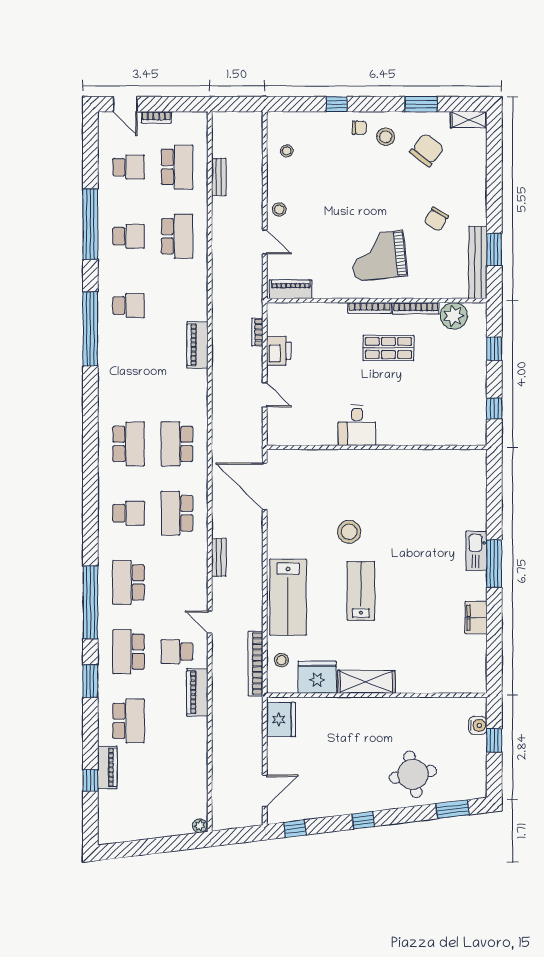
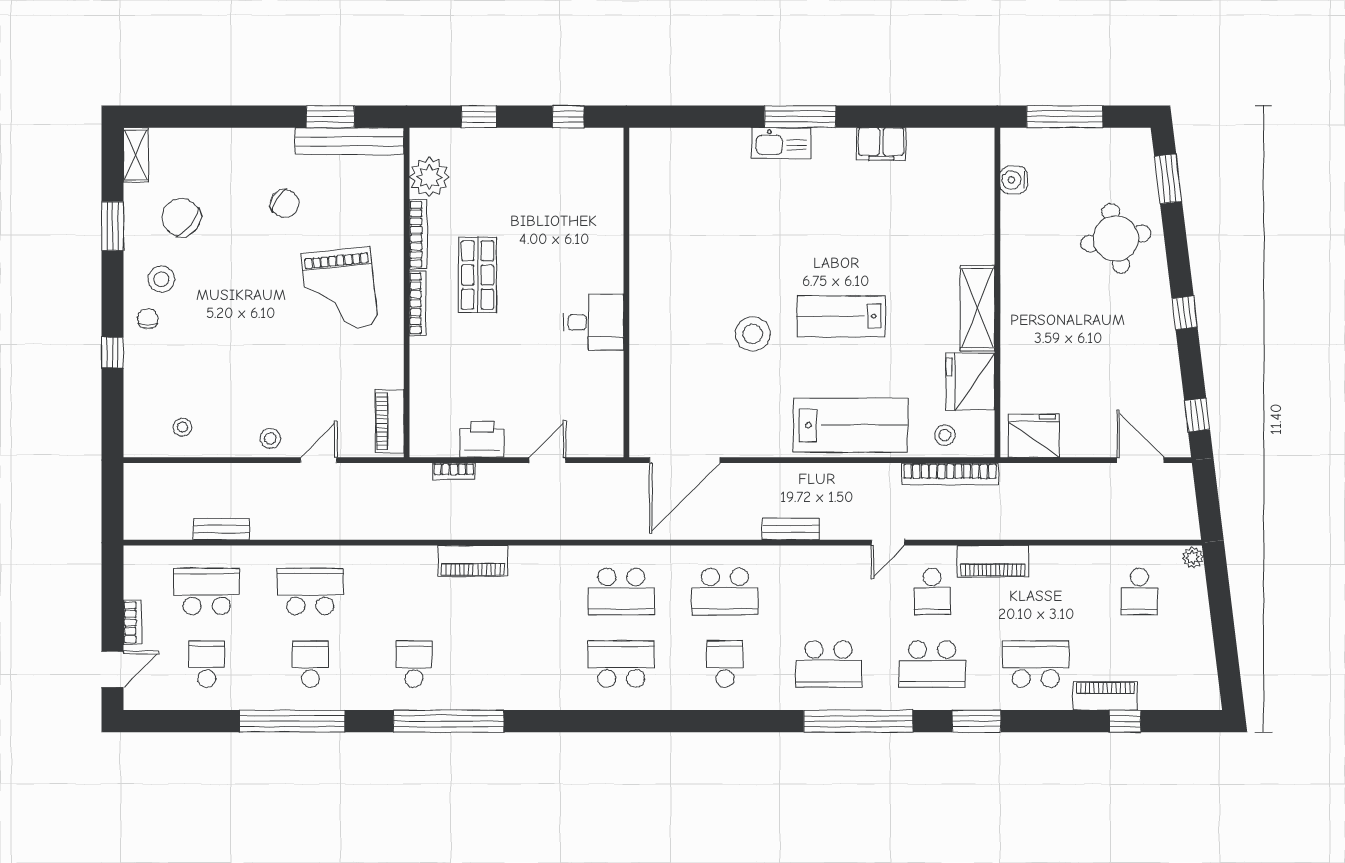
water cooler: (478, 725) -> (1014, 180), moved, turned -90
window: (494, 740) -> (1065, 117), width x2.17
school desk: (177, 790) -> (1139, 591), added

